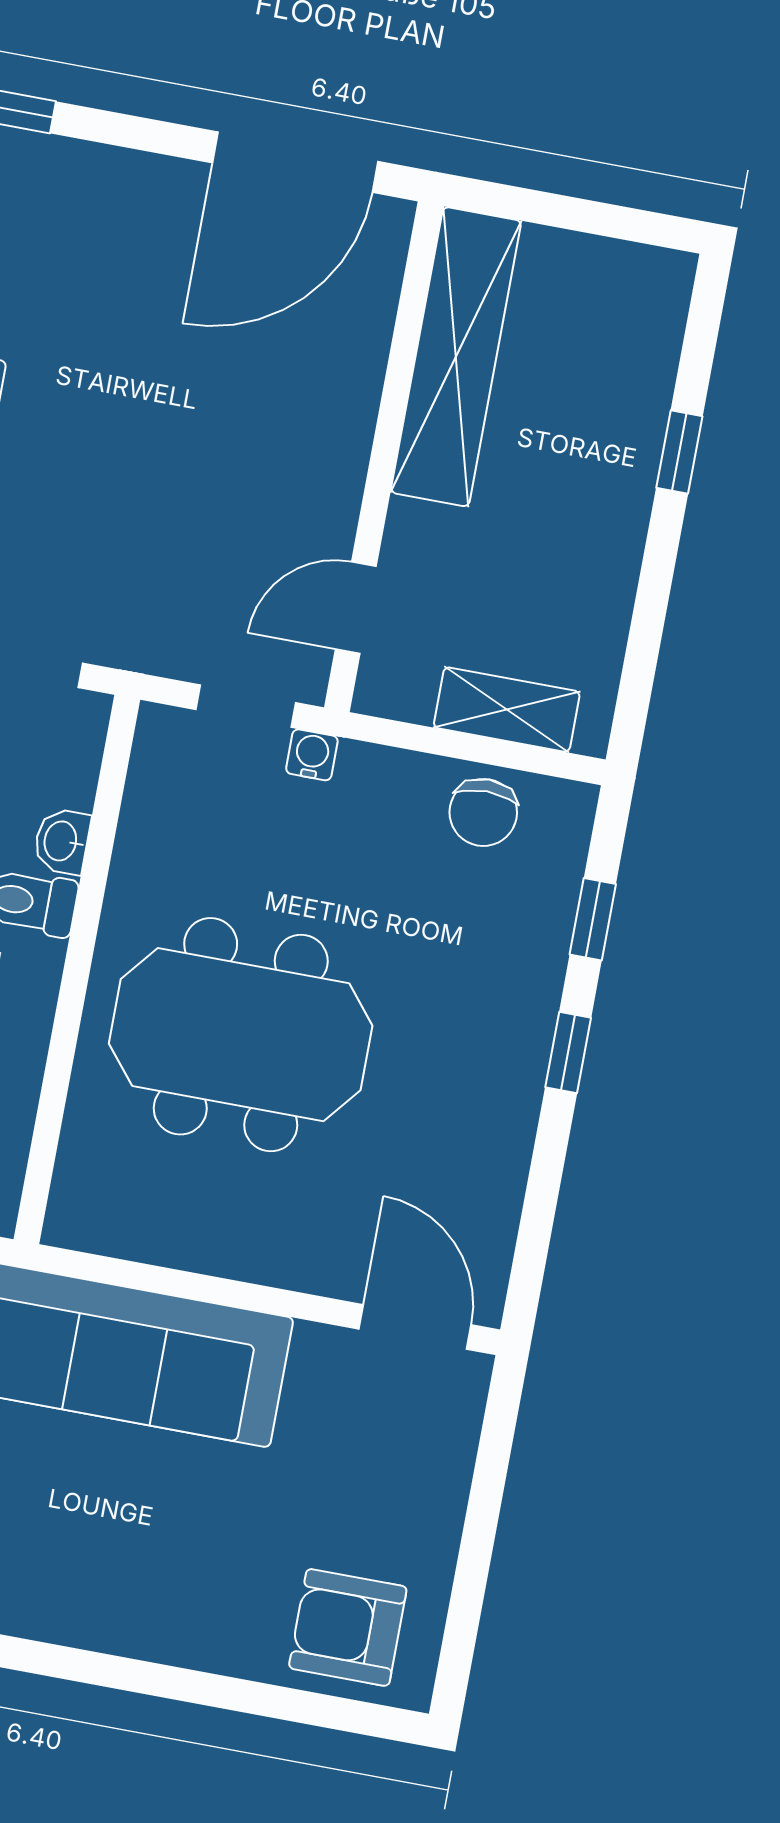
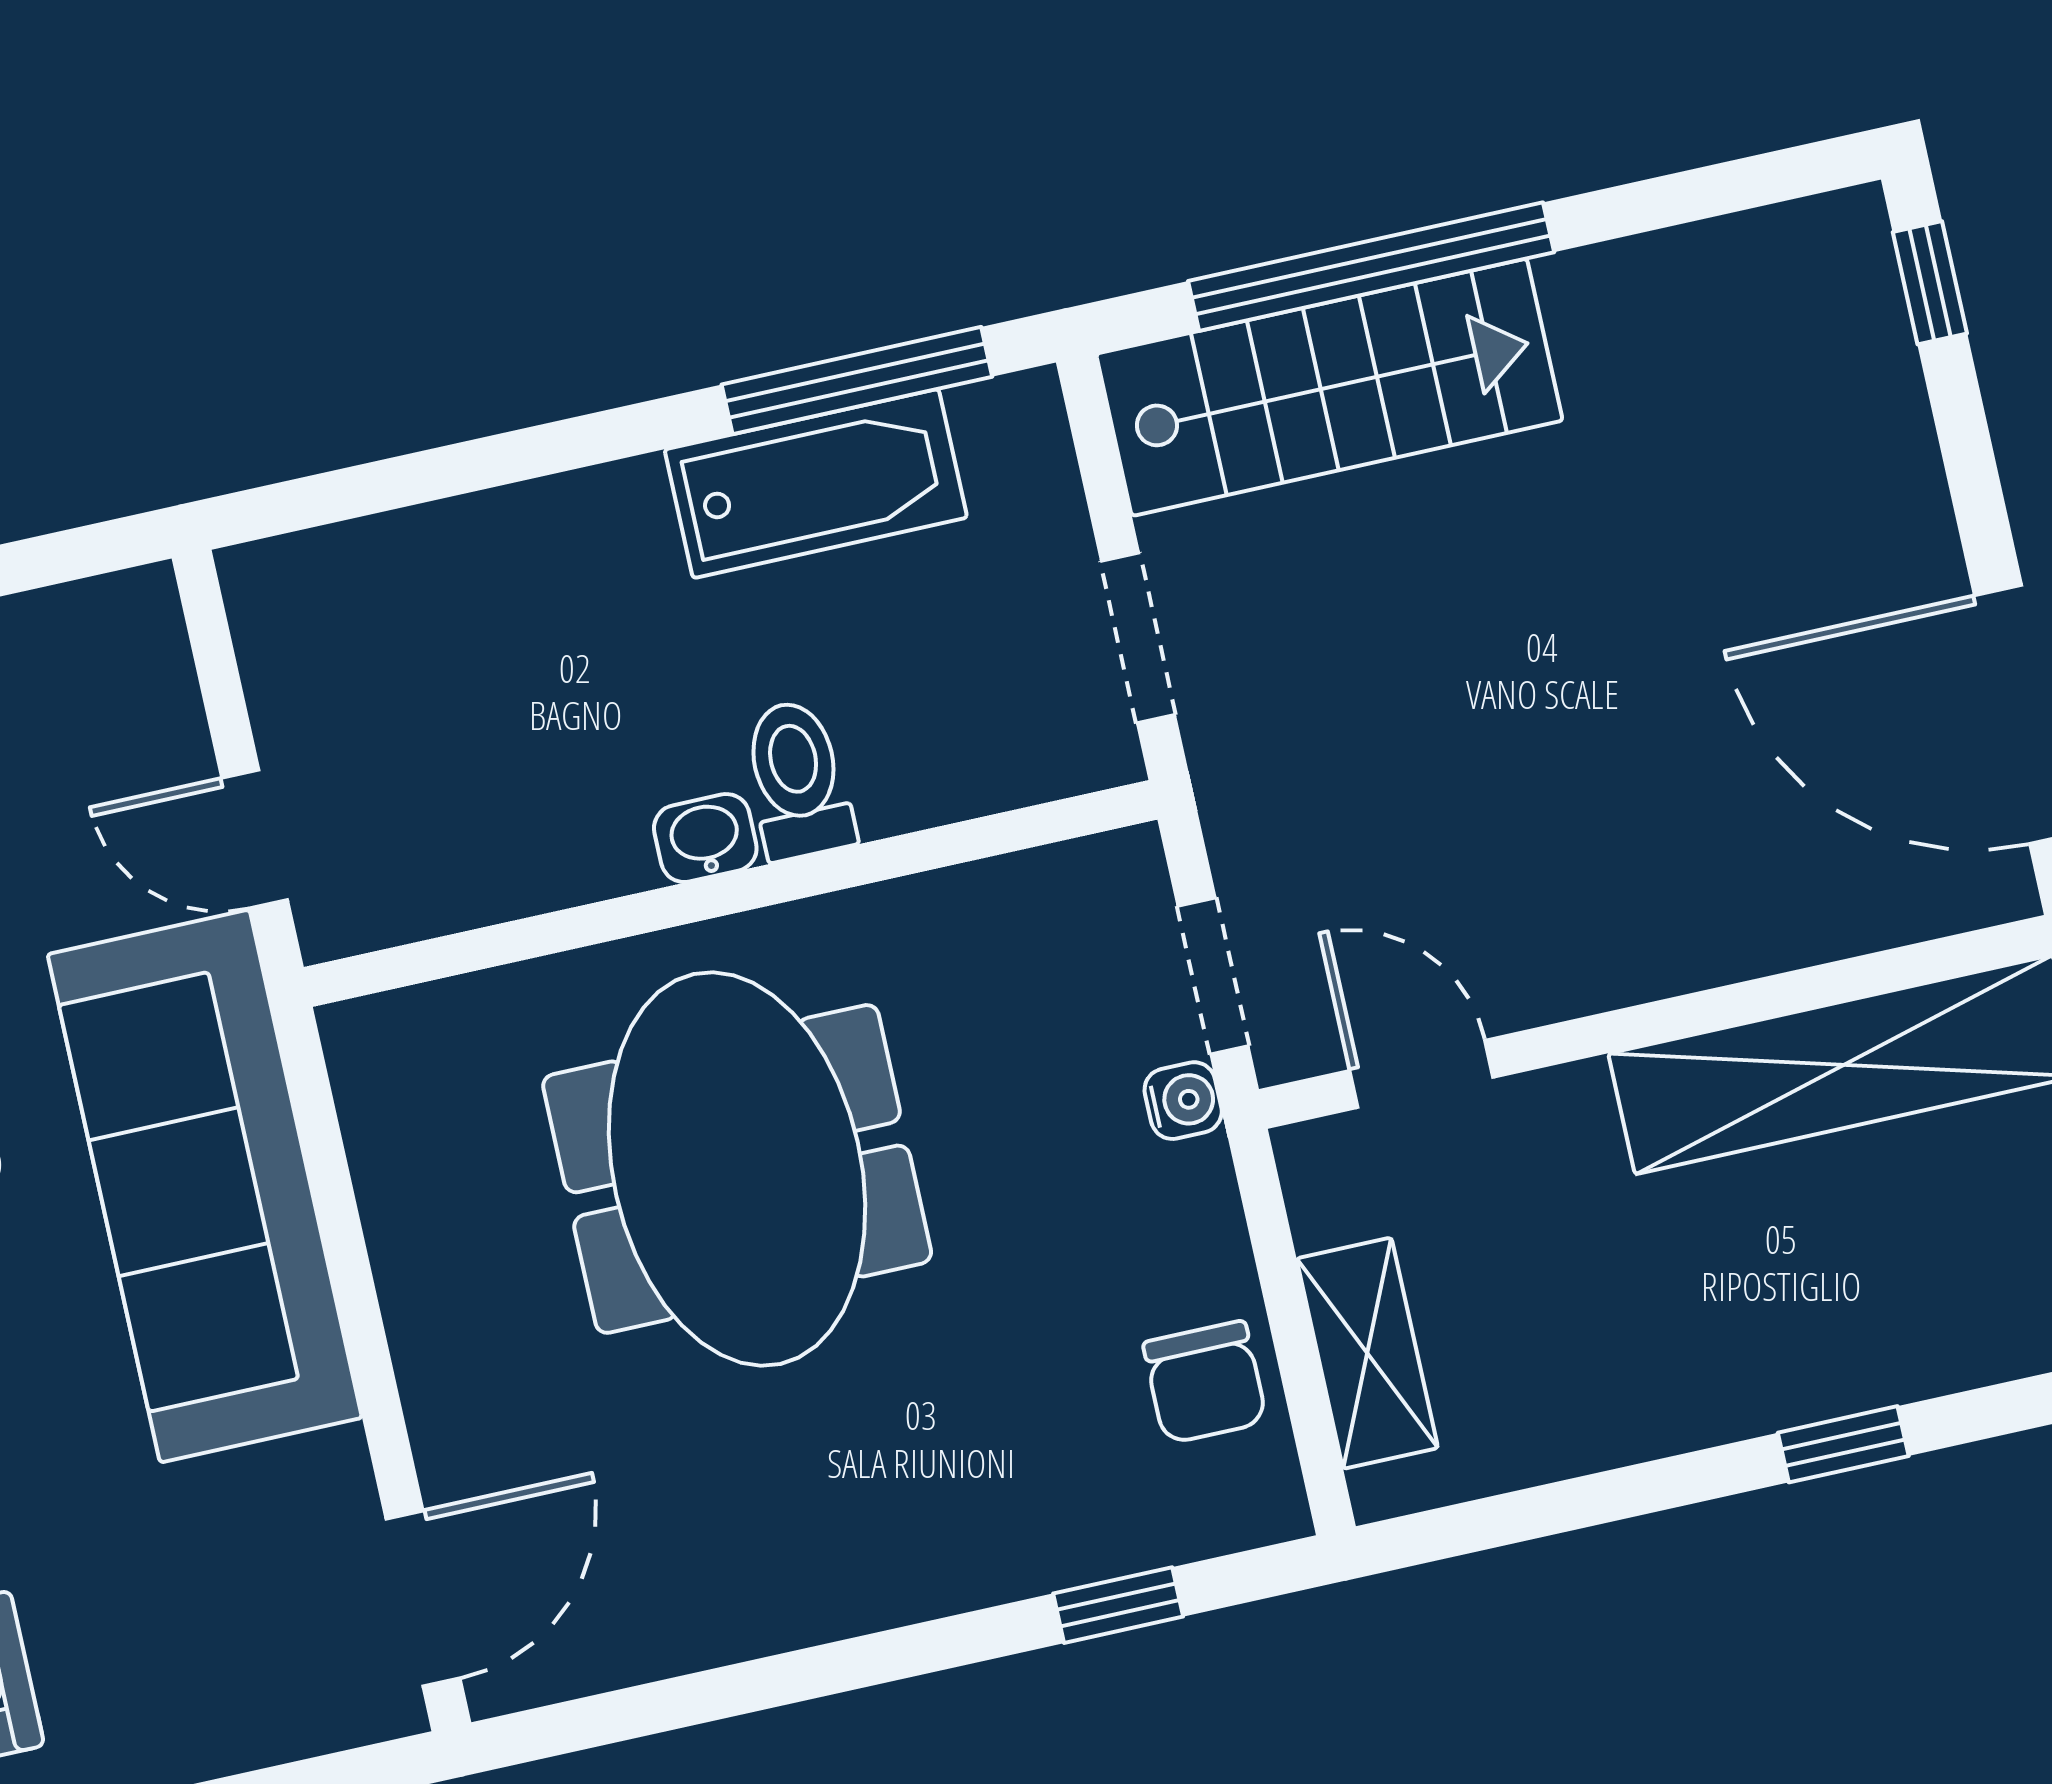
chair: (483, 812) -> (1205, 1382), turned -90
washbasin: (62, 841) -> (705, 838), moved
window: (568, 1052) -> (911, 1651), removed

